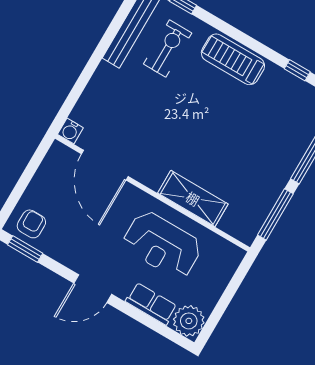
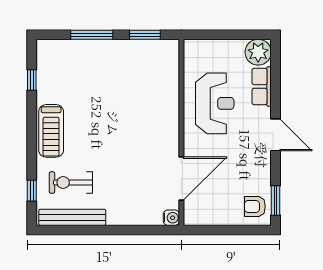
shelving: (193, 198) -> (168, 101), removed
window: (275, 214) -> (145, 35), width x0.69

